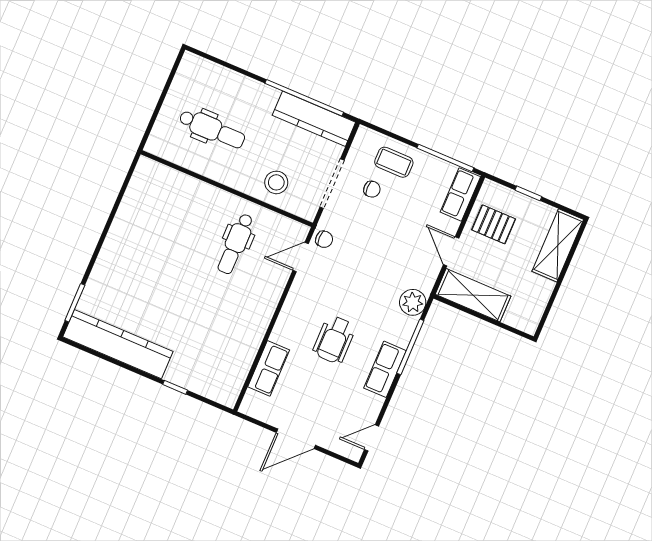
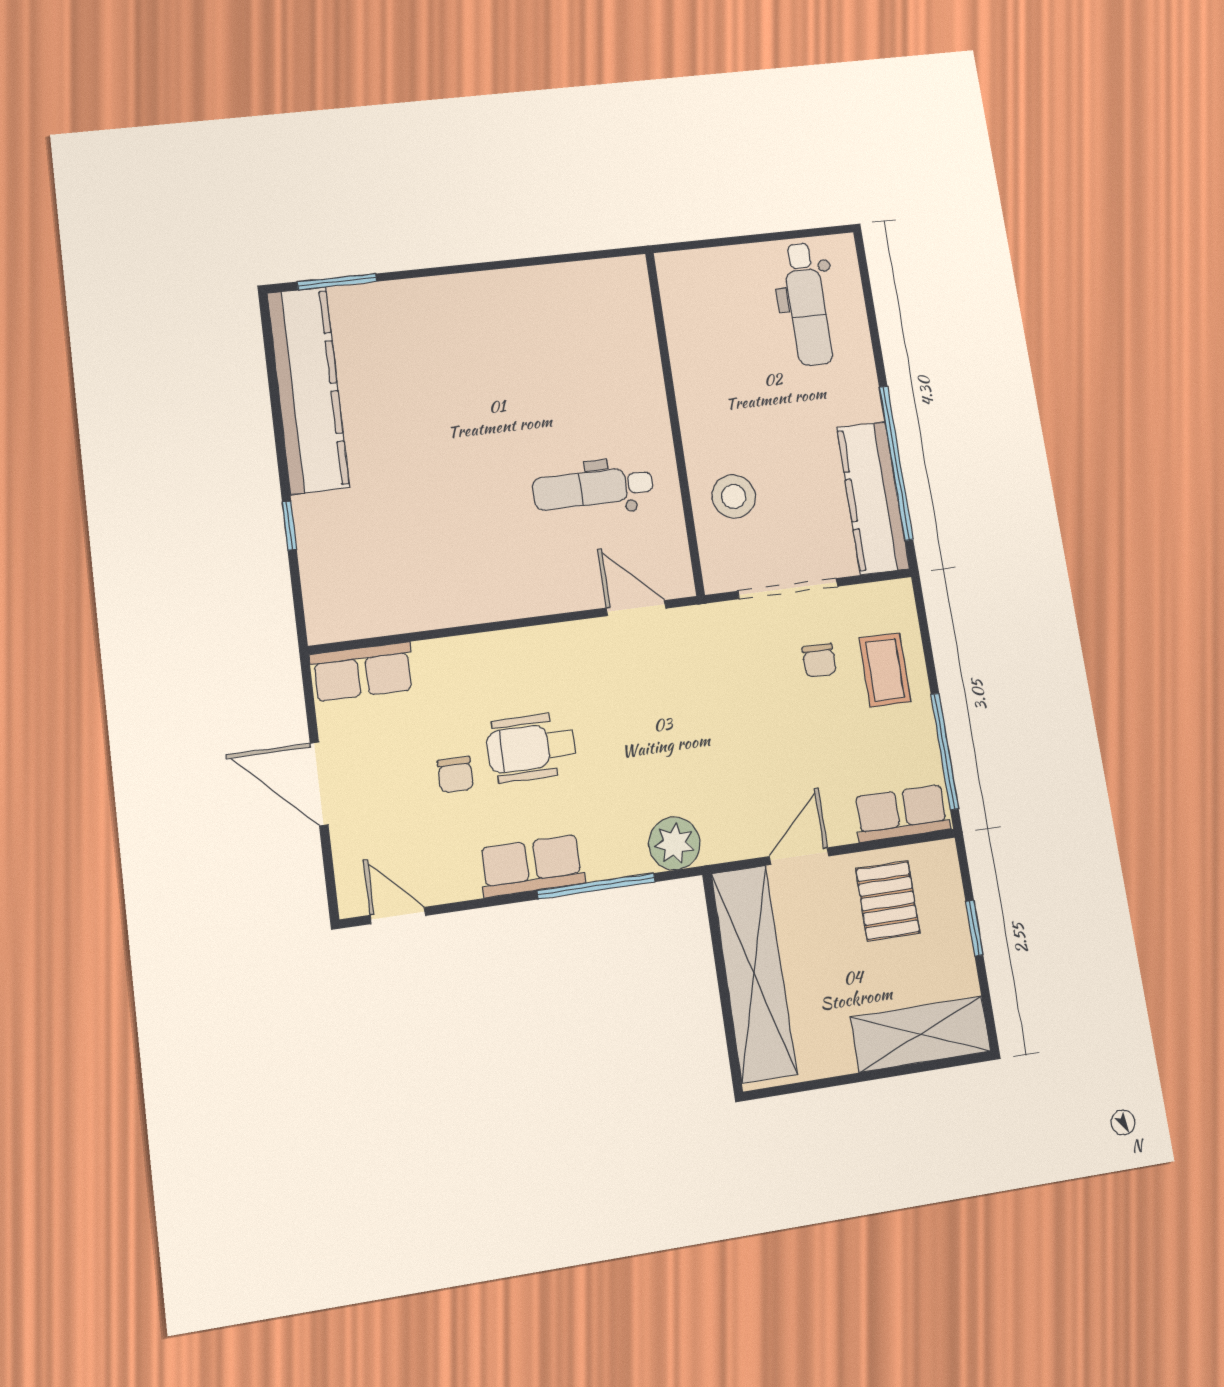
dental chair: (212, 129) -> (807, 304), moved
chair: (324, 239) -> (455, 775), moved
shelving: (473, 295) -> (754, 973), width x1.47
row of seats: (269, 368) -> (362, 672), moved

